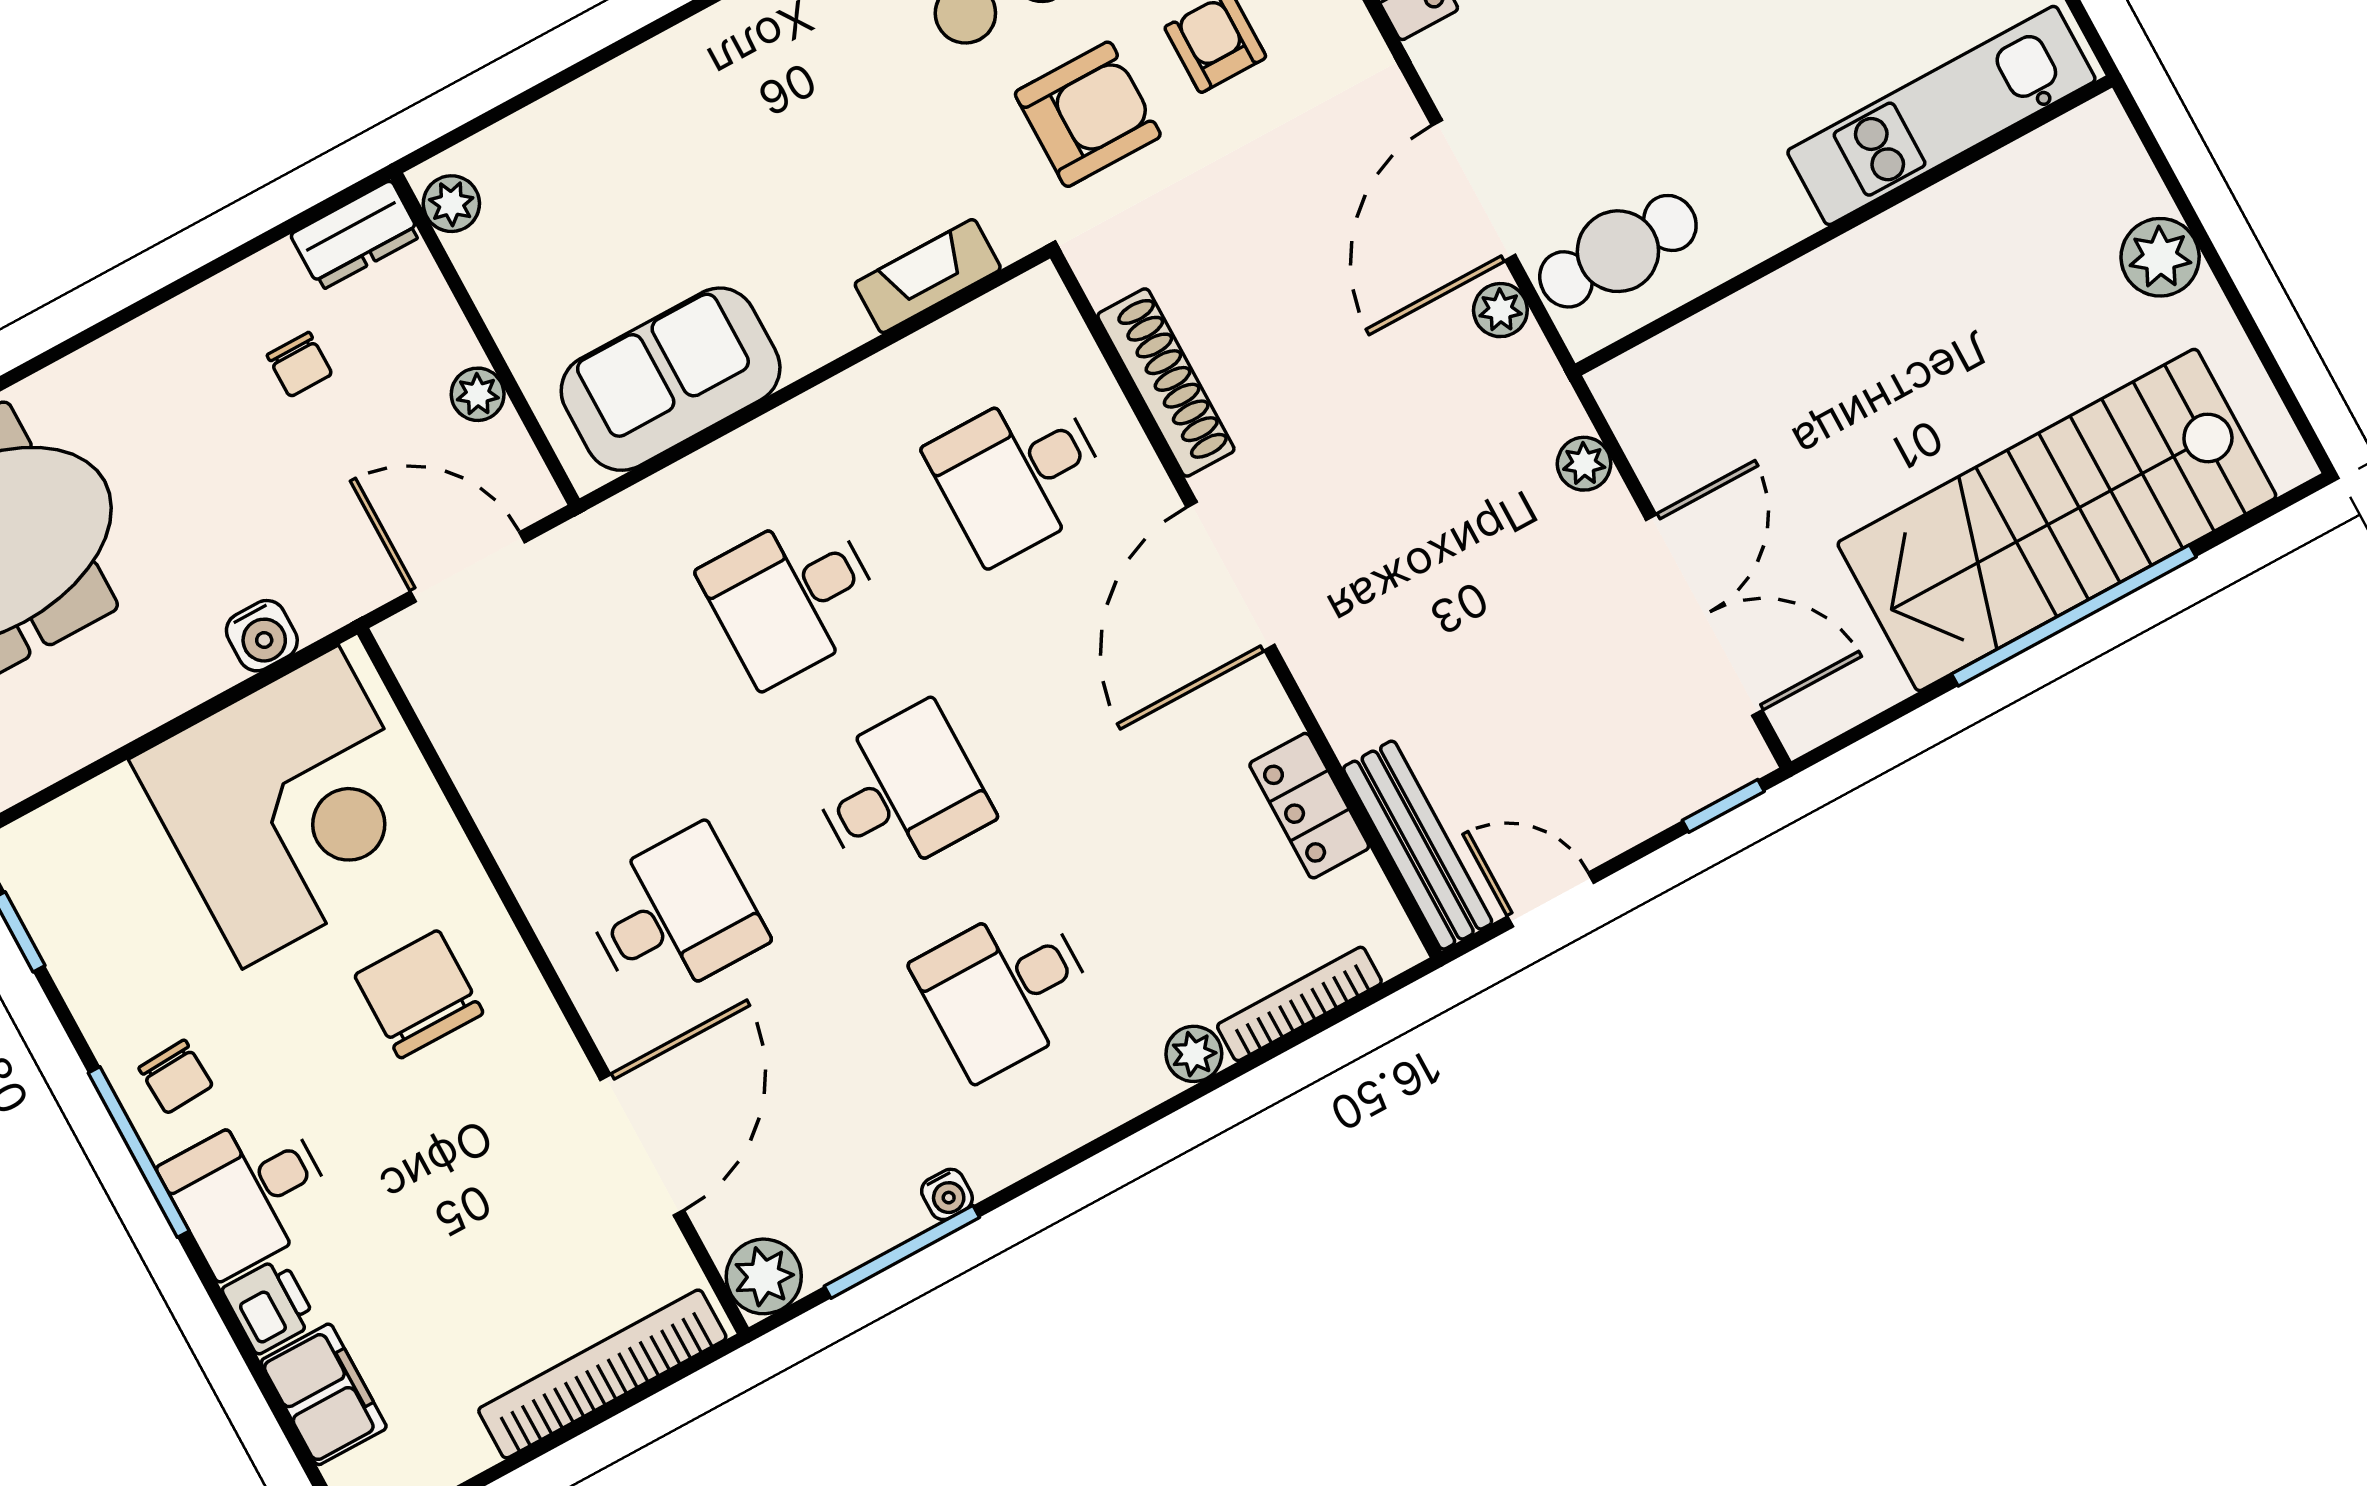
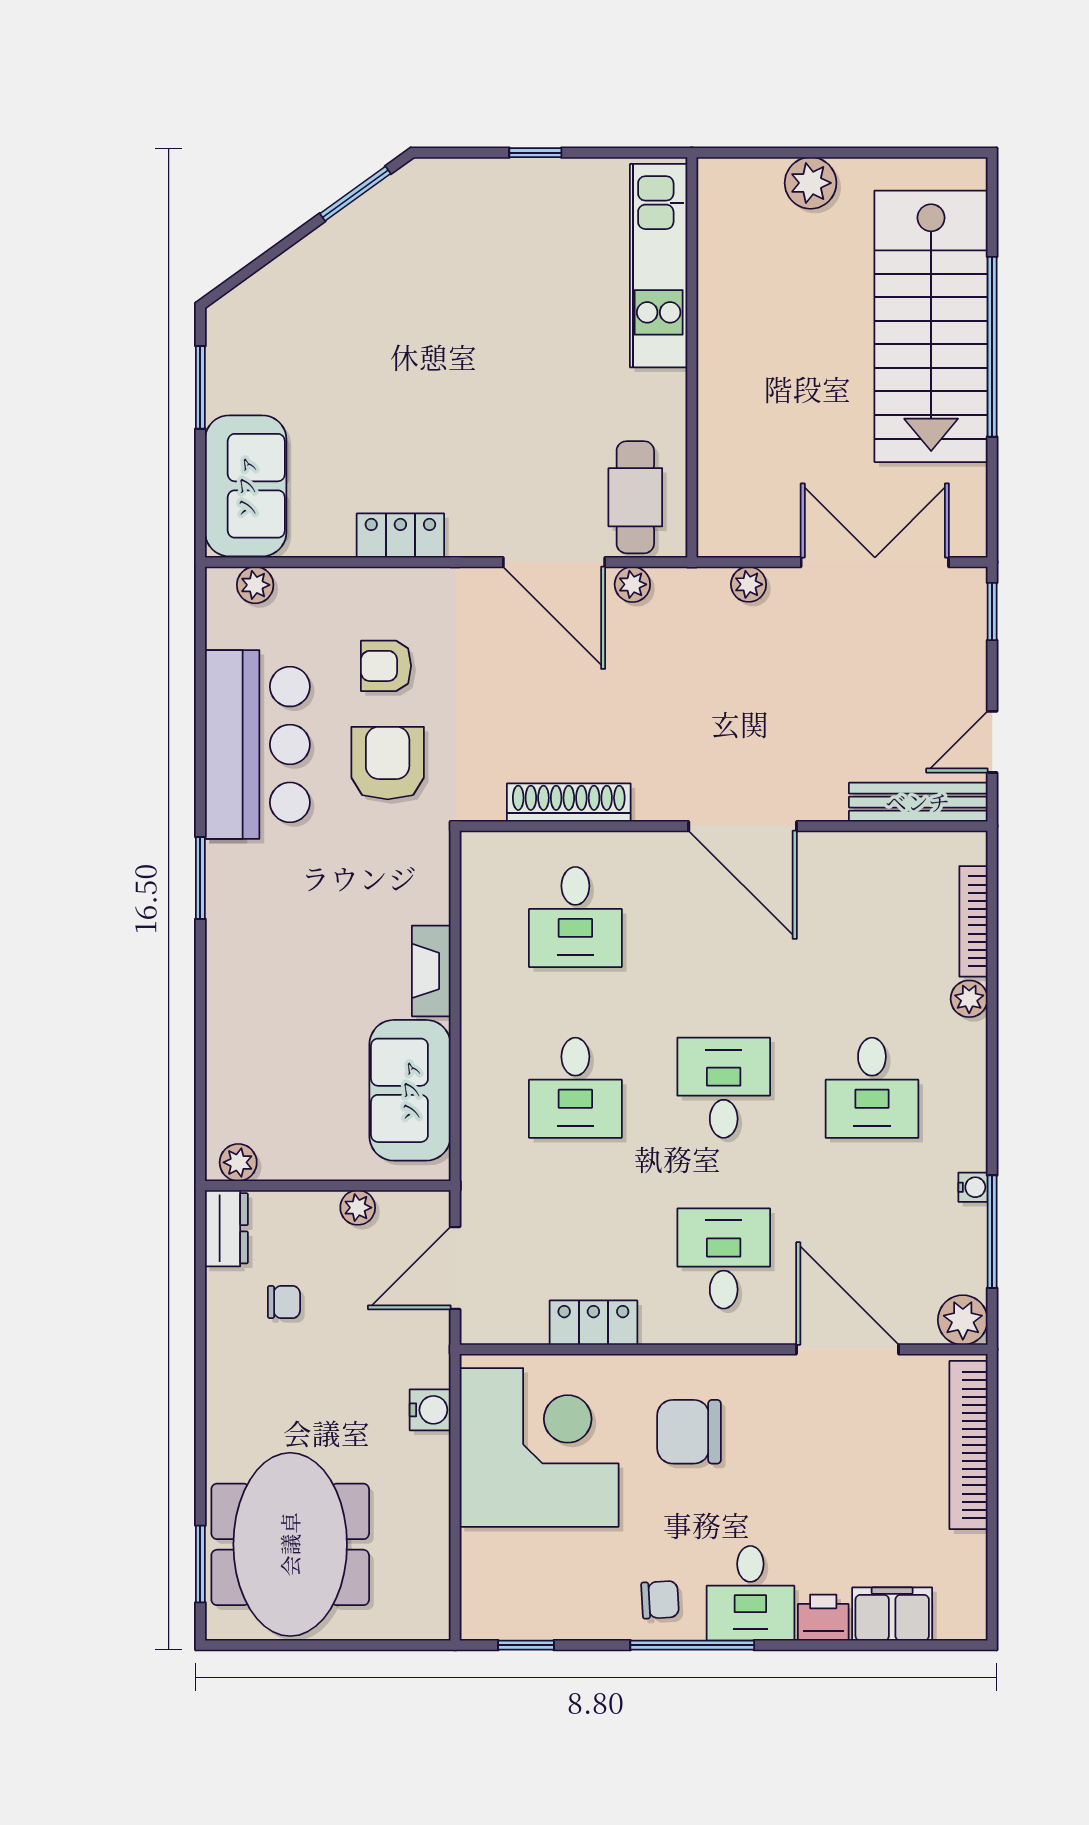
fireplace: (928, 276) -> (431, 971), moved
door: (1231, 576) -> (743, 826), moved
locker: (1309, 806) -> (593, 1323), moved, turned 180

